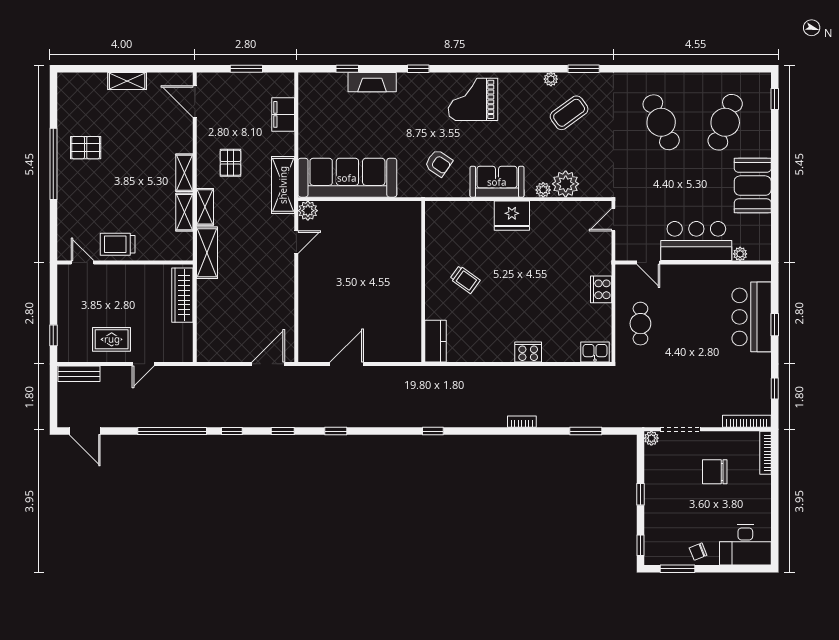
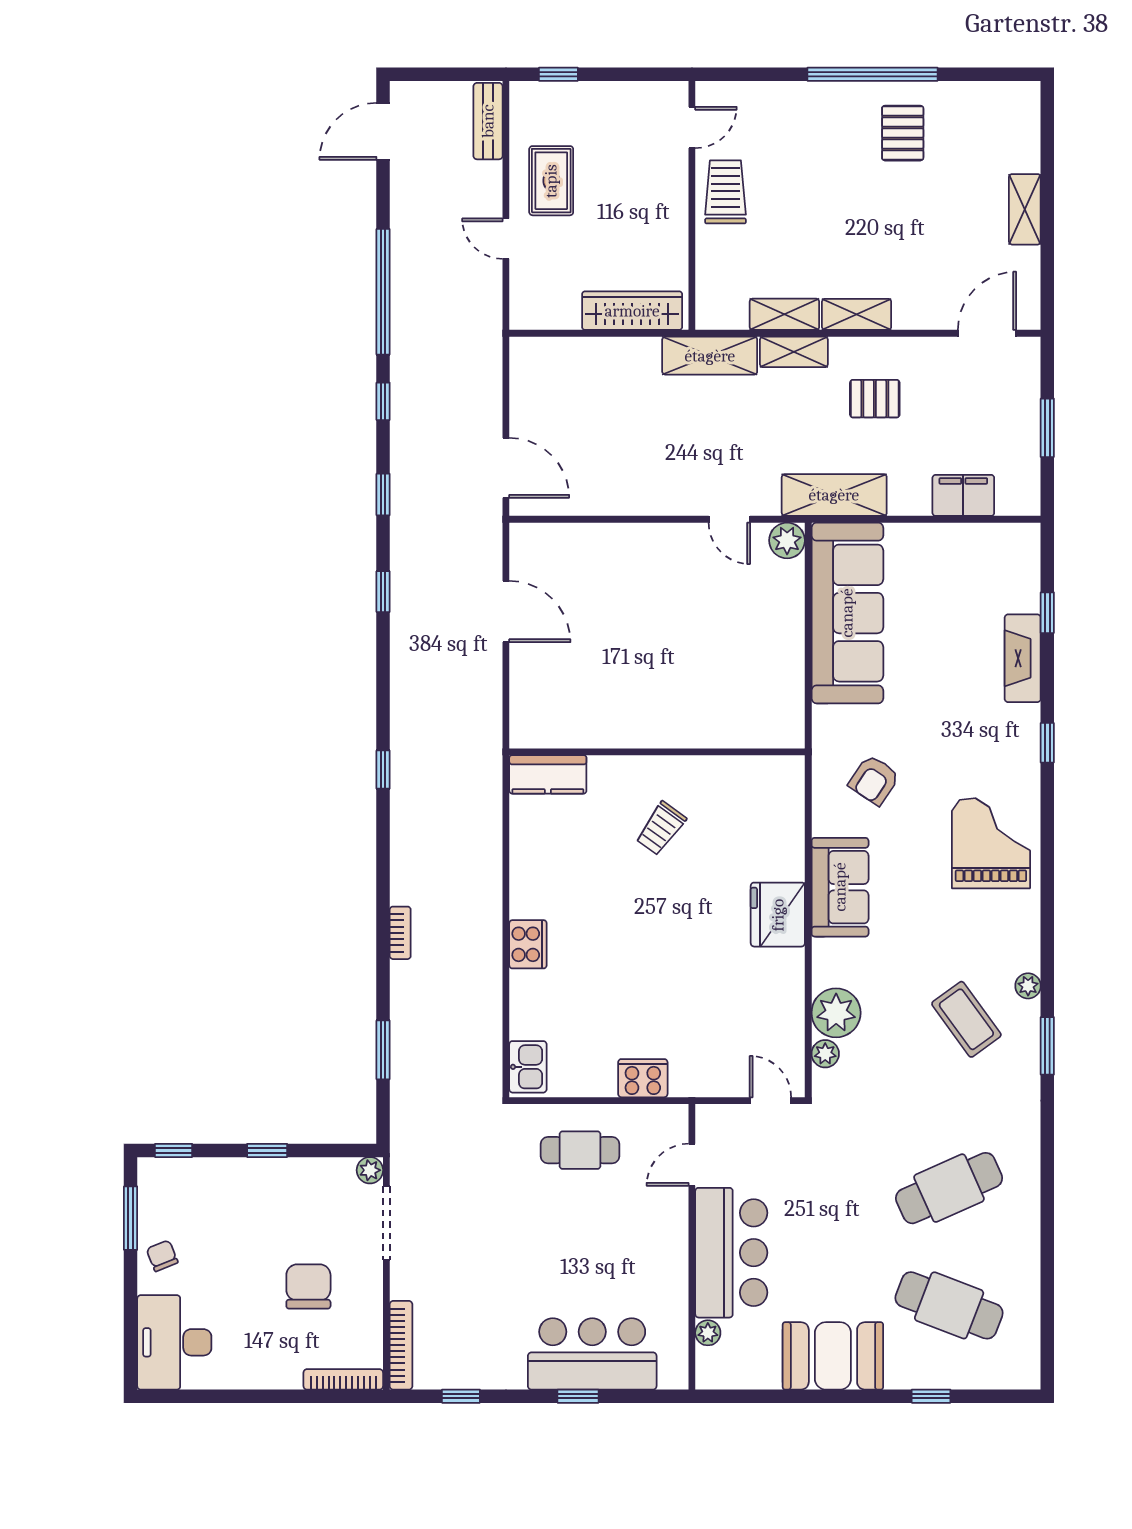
window: (775, 99) -> (931, 1396), moved
plant: (543, 190) -> (825, 1054), moved

